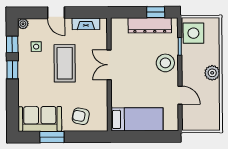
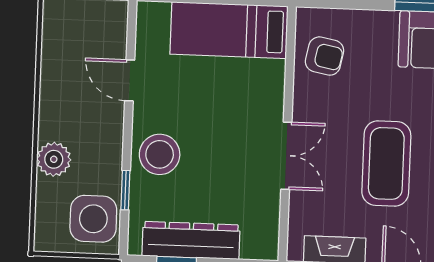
plant: (212, 73) -> (54, 159), moved
armchair: (81, 116) -> (325, 56), moved

